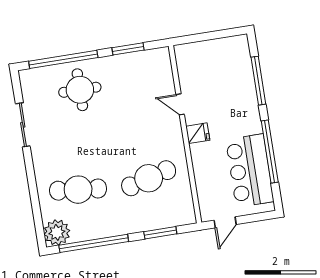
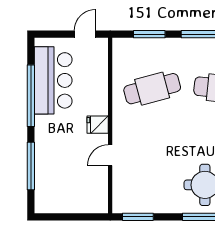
window: (128, 49) -> (138, 217), moved
door: (180, 104) -> (110, 155), swing flipped

